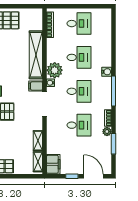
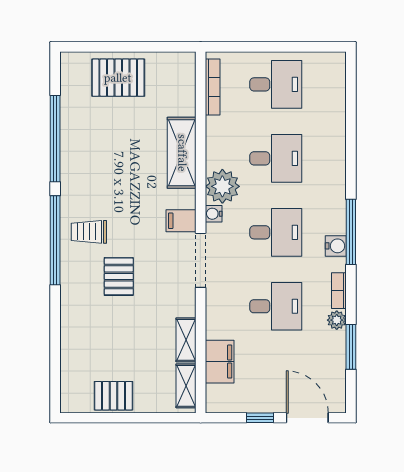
shelving: (36, 55) -> (182, 153), width x0.68
water cooler: (107, 72) -> (336, 246), moved
filing cabinet: (53, 164) -> (220, 362), moved

